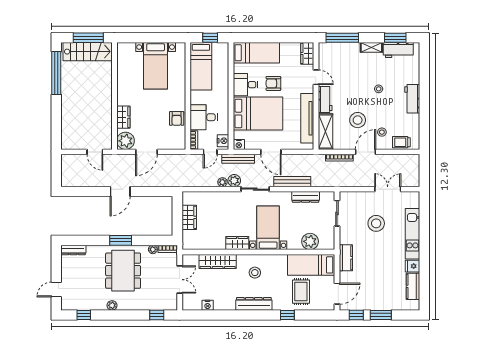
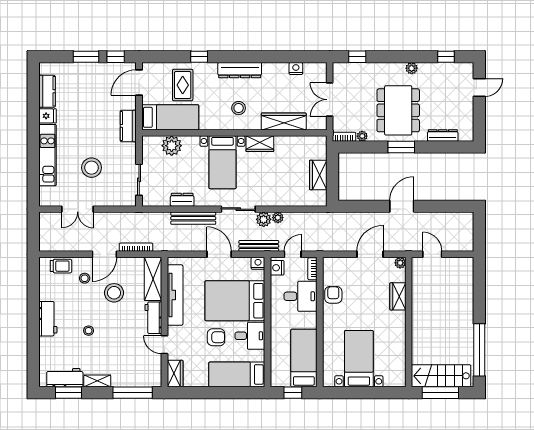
plant: (126, 141) -> (400, 263), width x0.53, depth x0.53
dresser: (306, 197) -> (182, 200), width x0.70
dresser: (73, 250) -> (443, 135), moved

